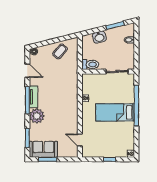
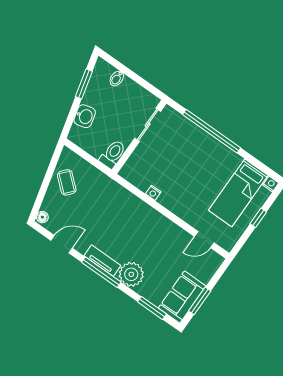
bed: (115, 112) -> (238, 193), moved

